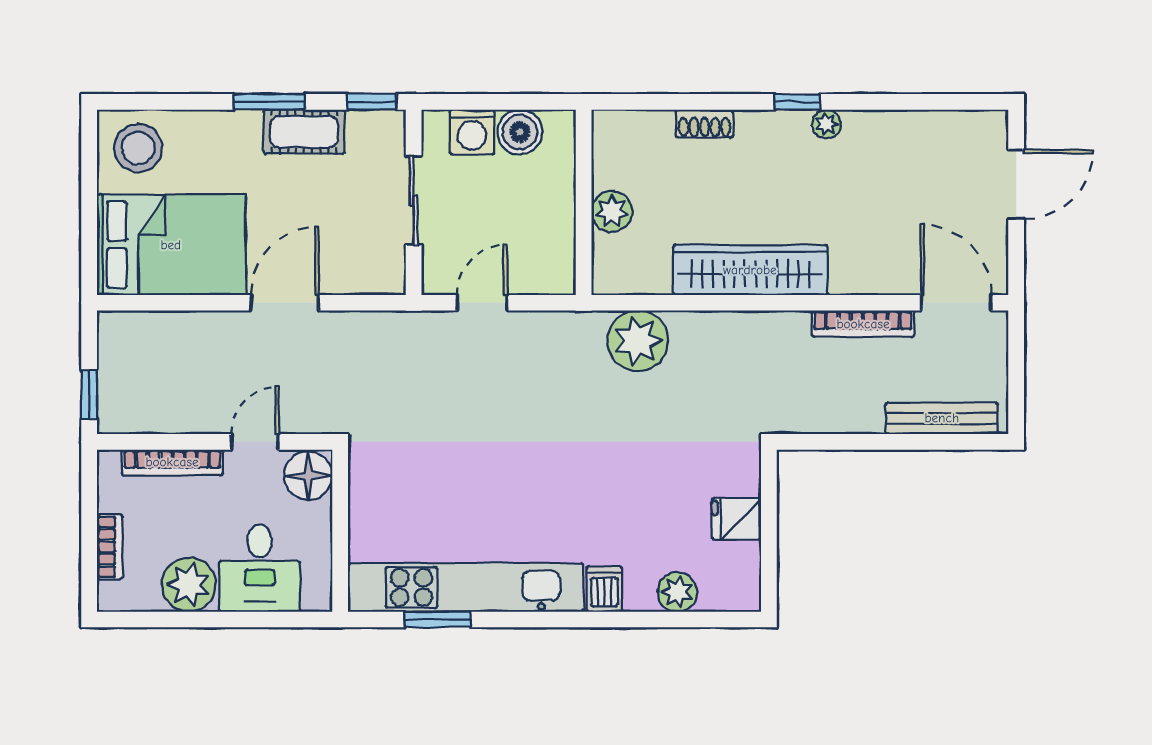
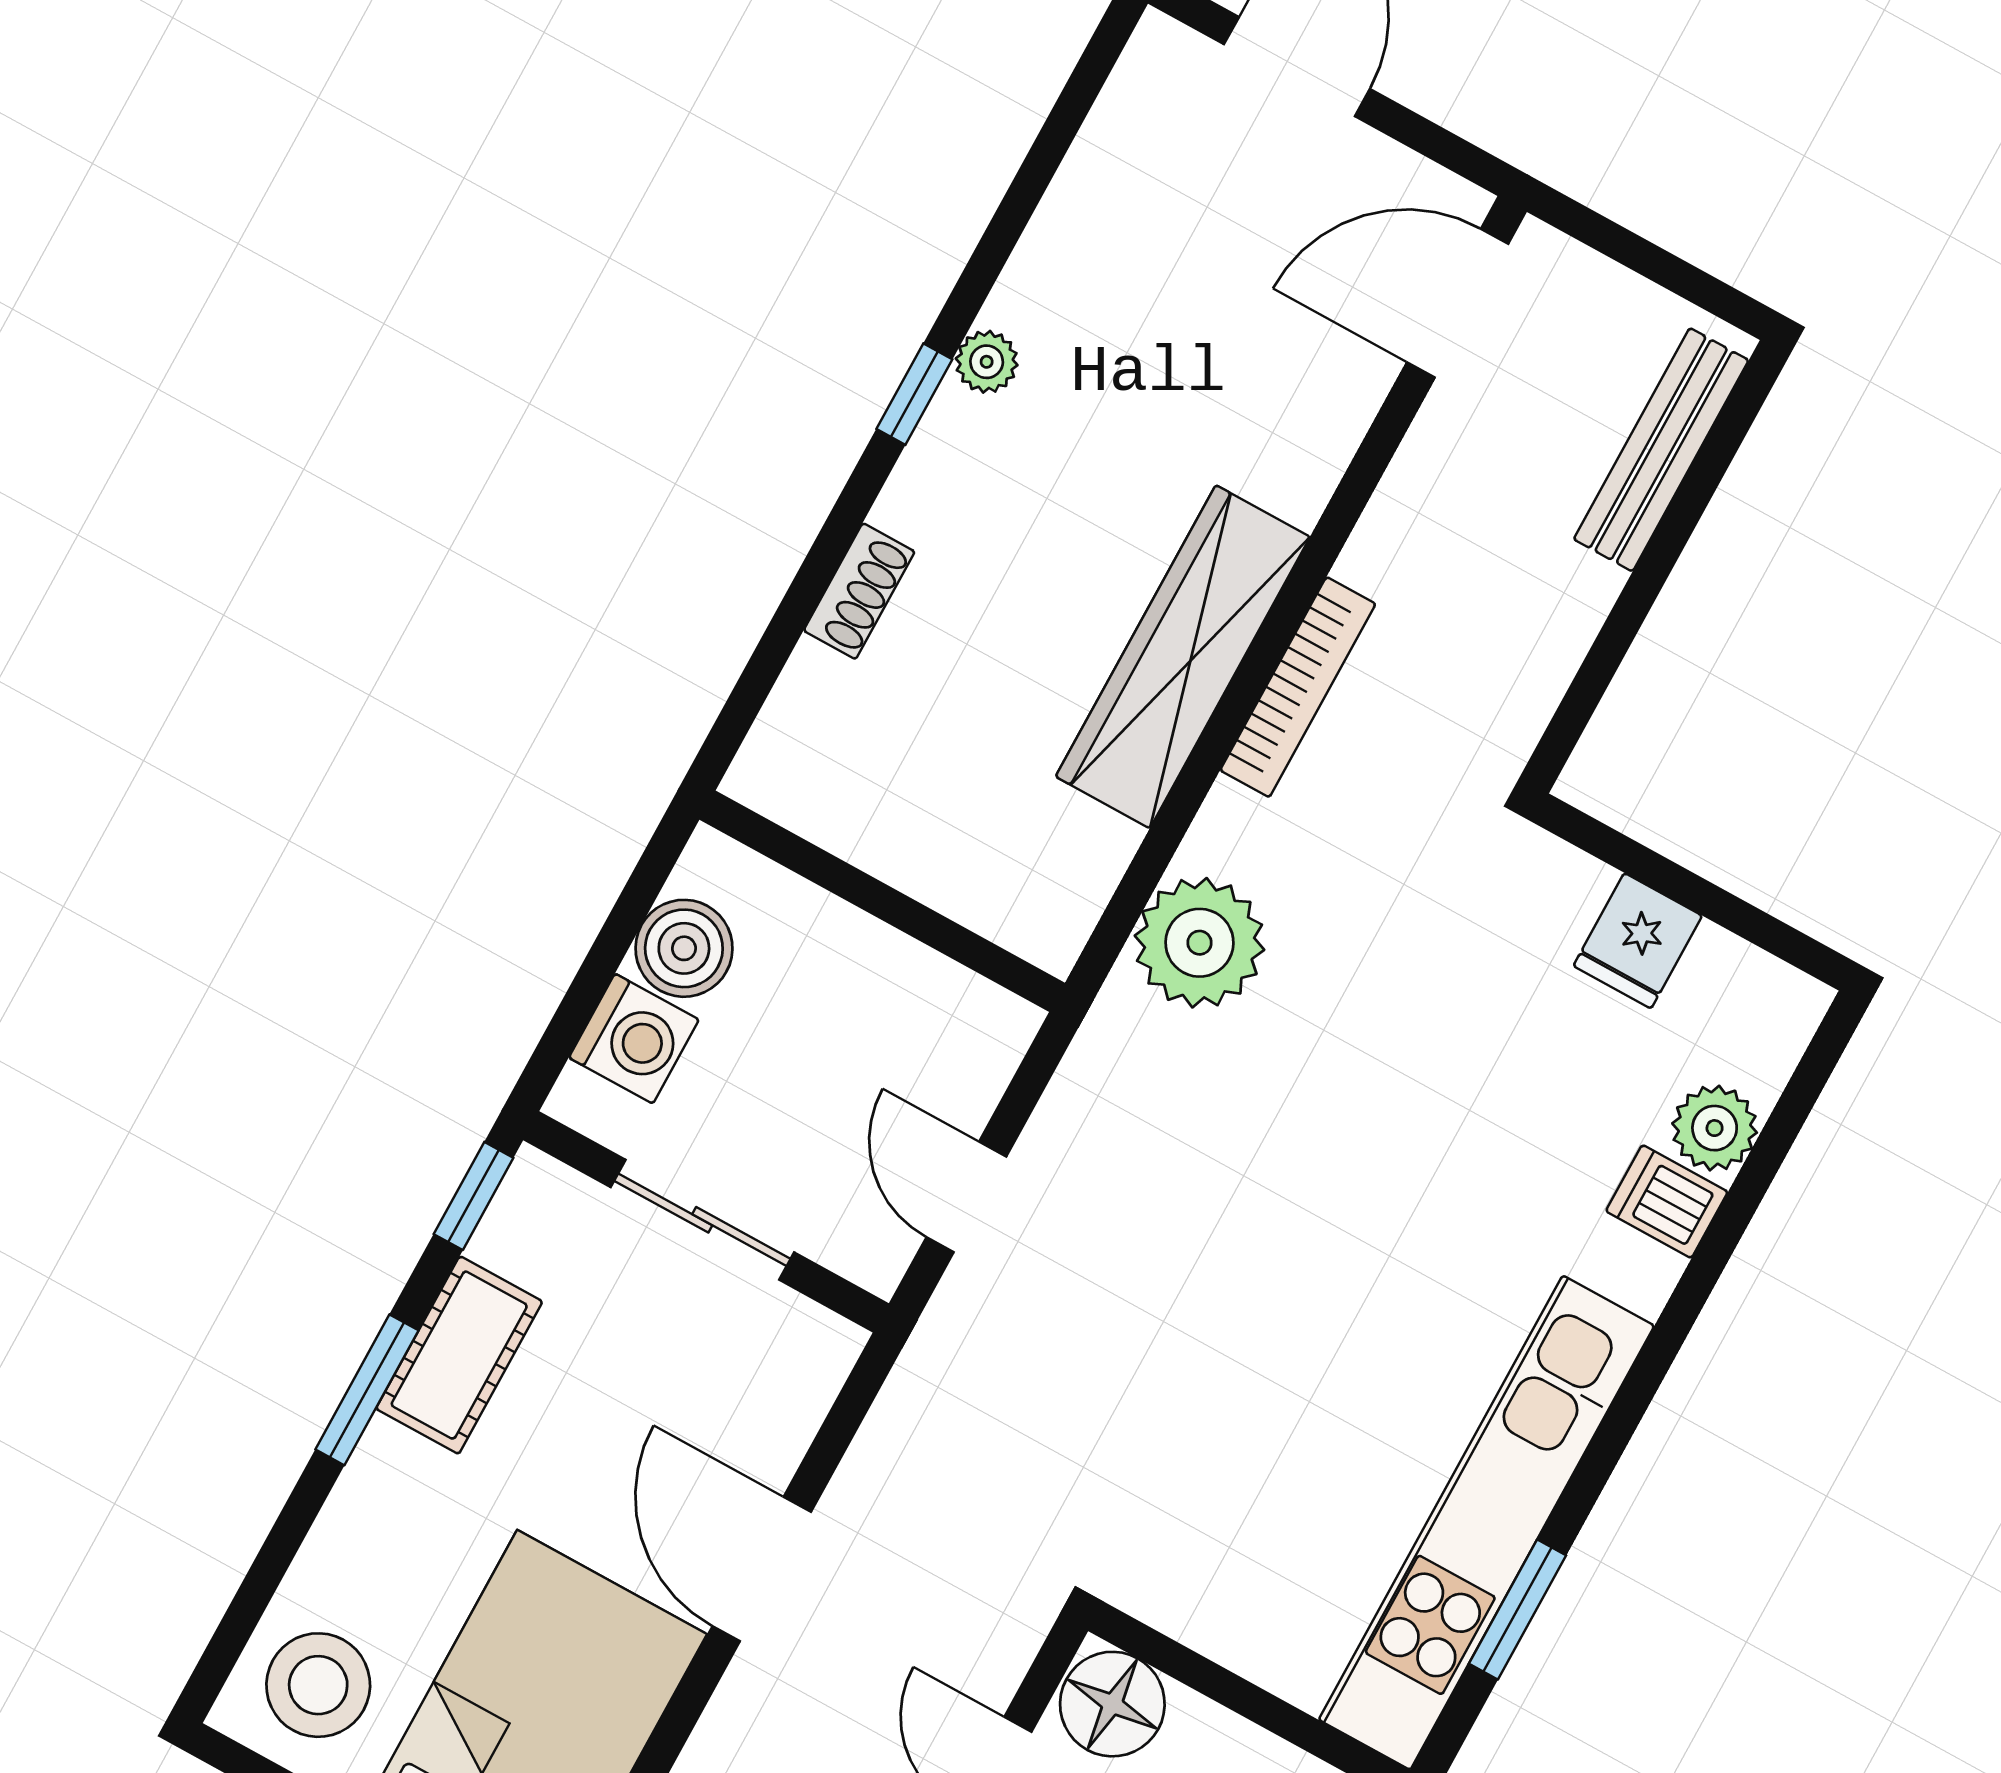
plant: (612, 211) -> (929, 858), removed
bookcase: (863, 324) -> (1298, 687), moved
dishwasher: (604, 589) -> (1667, 1202), moved

